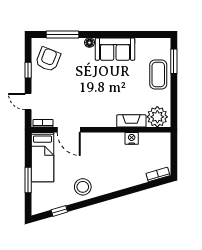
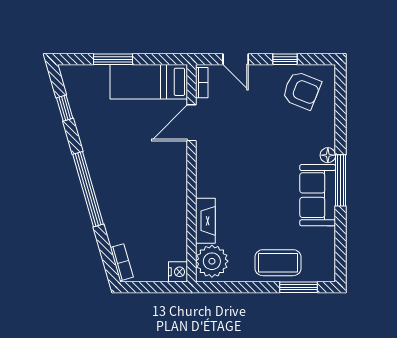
window: (62, 34) -> (341, 180), moved
door: (28, 102) -> (236, 59), swing flipped
nightstand: (132, 138) -> (178, 272), moved
stool: (83, 187) -> (102, 145), removed
window: (111, 196) -> (88, 189), added

